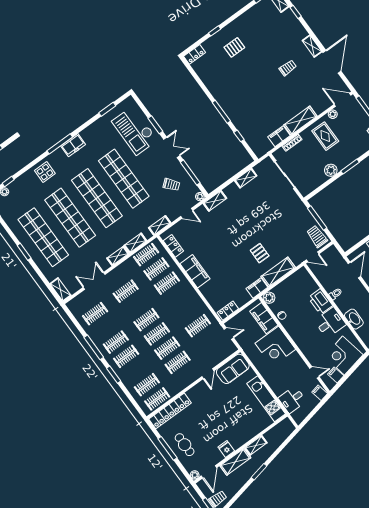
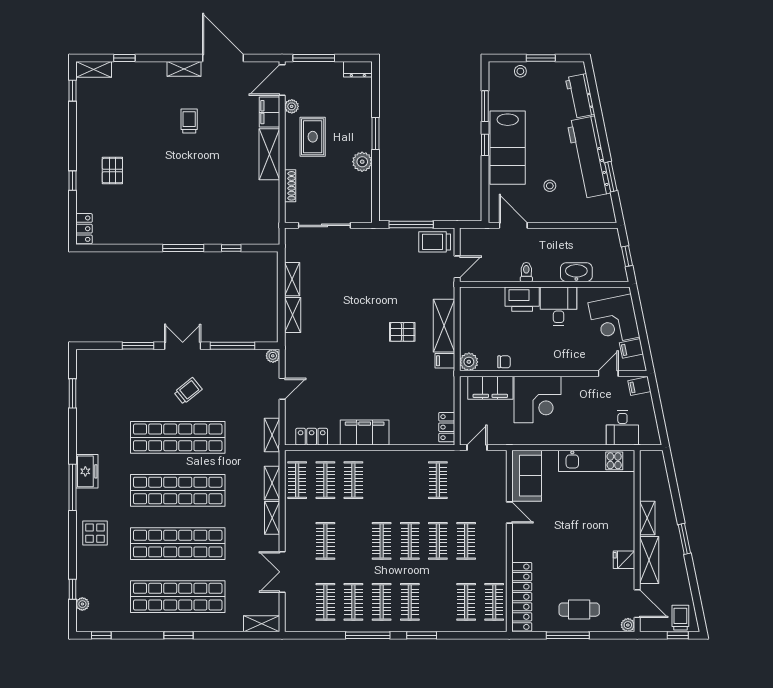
checkout: (135, 131) -> (126, 378), removed
filing cabinet: (279, 136) -> (269, 112), moved
rug: (325, 136) -> (313, 137), turned 90
trolley: (171, 185) -> (188, 391), moved
shelving: (215, 201) -> (293, 315), moved
filing cabinet: (257, 288) -> (445, 361), width x0.50
clothes rail: (105, 328) -> (353, 602), added

